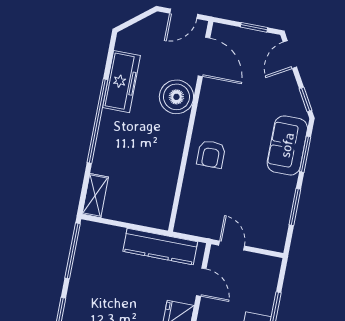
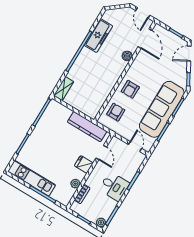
door: (184, 14) -> (143, 13), hinge flipped
boiler: (176, 97) -> (127, 56), width x0.54, depth x0.54
sofa: (287, 145) -> (162, 109), width x1.85, depth x1.27
armchair: (201, 203) -> (116, 112), added
door: (232, 246) -> (135, 147), moved

